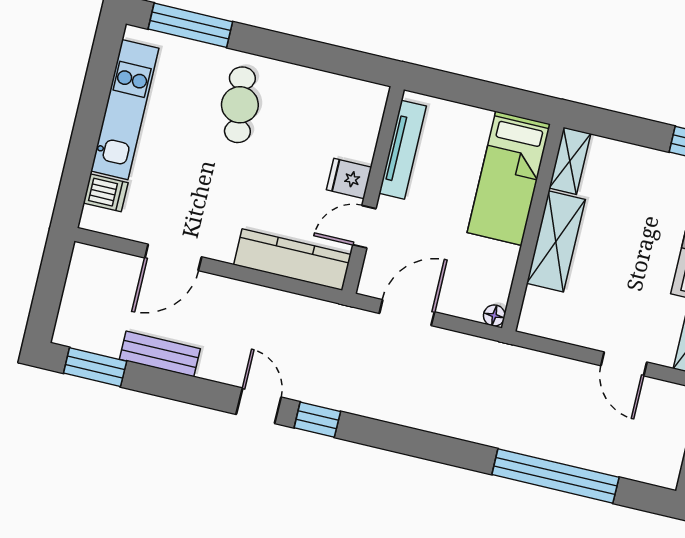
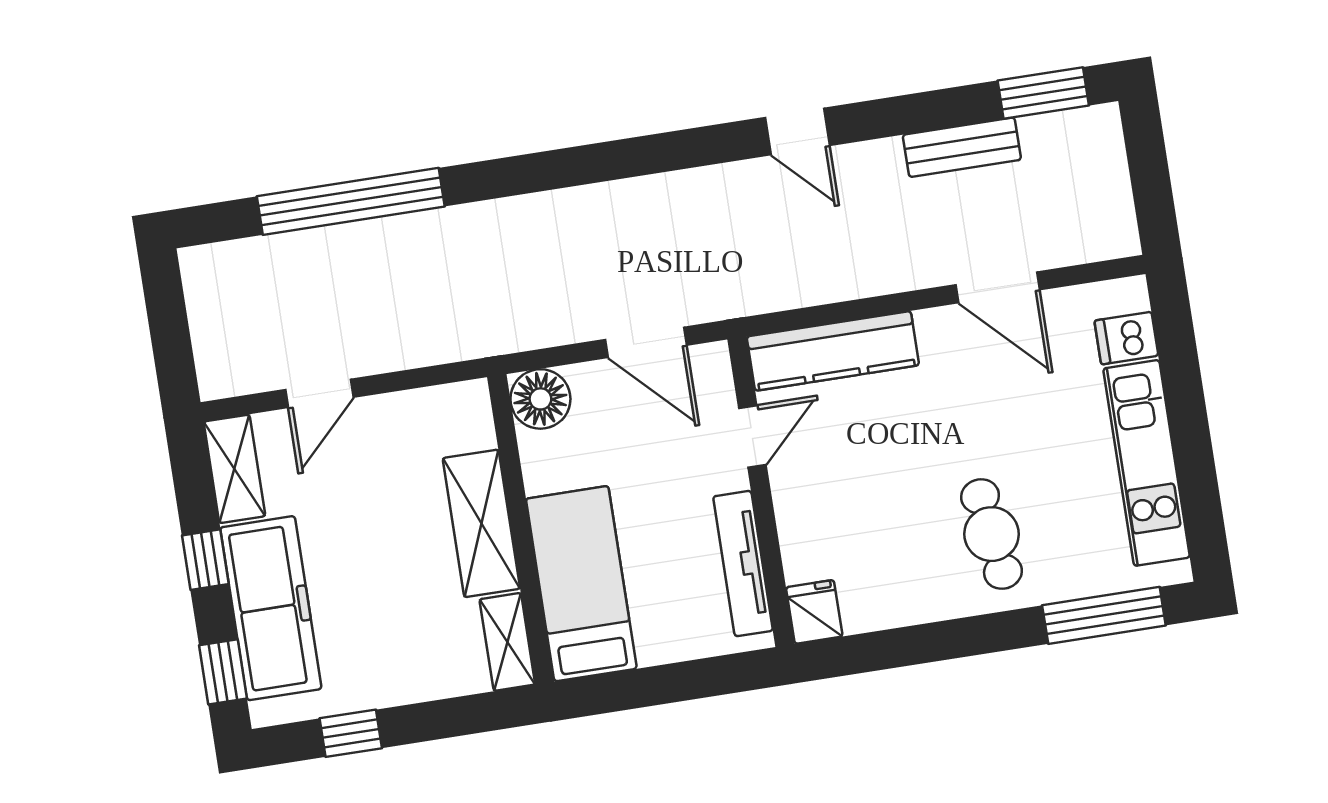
fridge: (349, 179) -> (814, 612), moved, turned -90
door: (173, 257) -> (998, 287), swing flipped
door: (407, 313) -> (646, 342), hinge flipped
floor lamp: (494, 316) -> (540, 399), width x1.89, depth x1.89
door: (624, 364) -> (319, 393), swing flipped
window: (317, 420) -> (709, 145), removed

